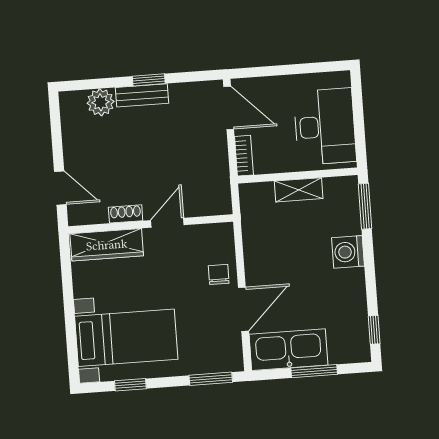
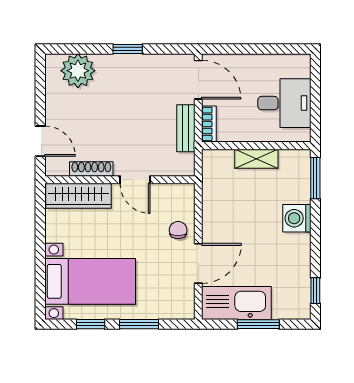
bench: (142, 95) -> (186, 128), moved, turned 90
plant: (101, 102) -> (78, 71), width x1.36, depth x1.36
desk: (325, 127) -> (284, 103), width x0.73
shoe rack: (126, 214) -> (91, 169), width x1.43
door: (167, 223) -> (135, 180), swing flipped
window: (211, 379) -> (139, 324), moved

